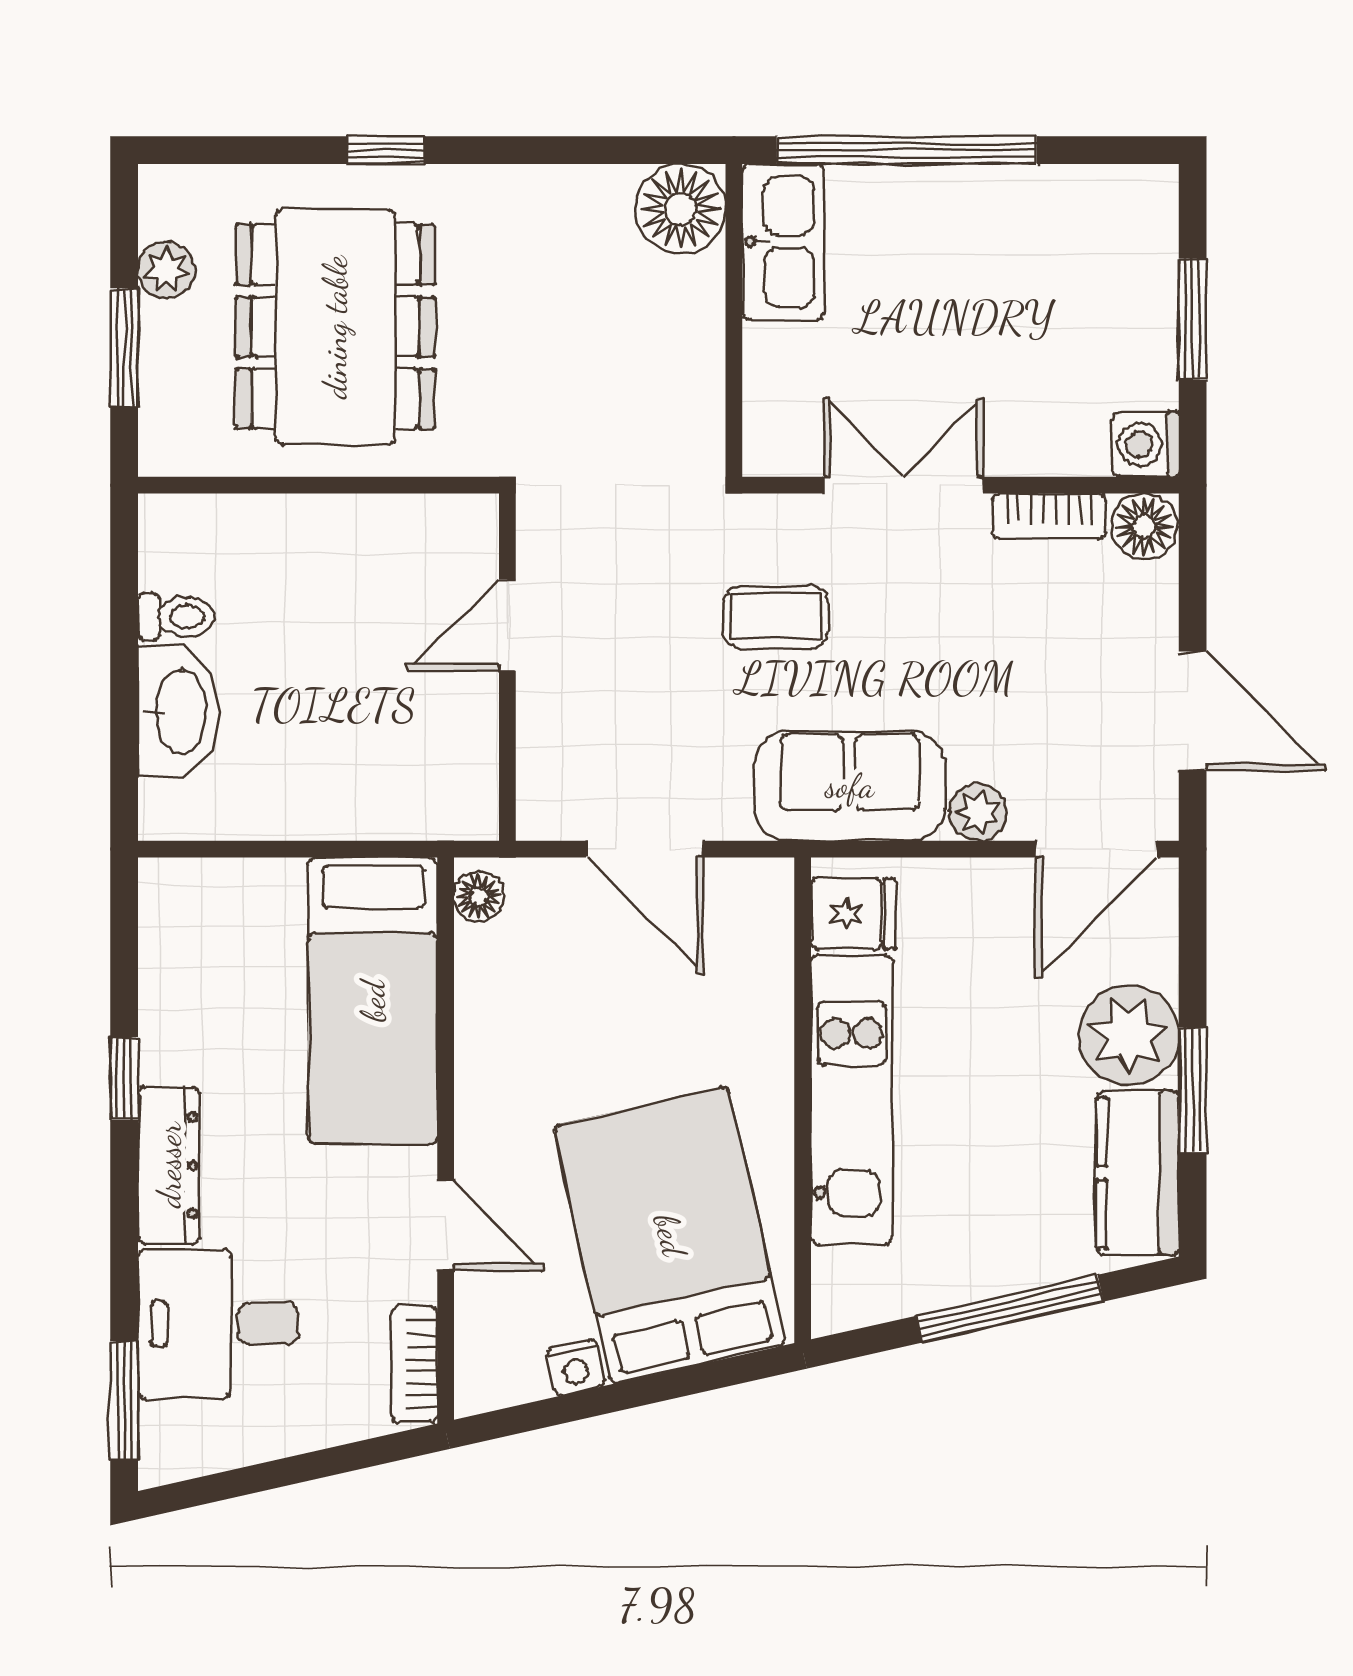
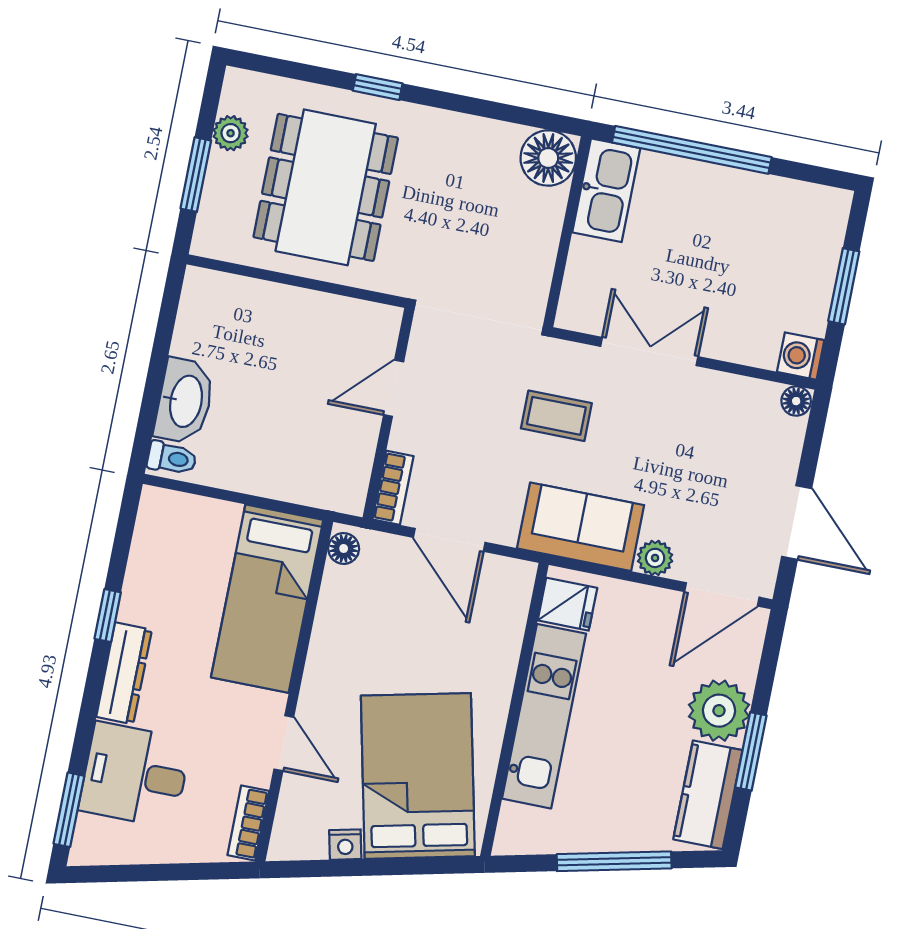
bookcase: (1049, 516) -> (393, 488), moved, turned -90
floor lamp: (1144, 526) -> (796, 401), width x0.73, depth x0.73
toilet: (176, 617) -> (172, 458), moved

